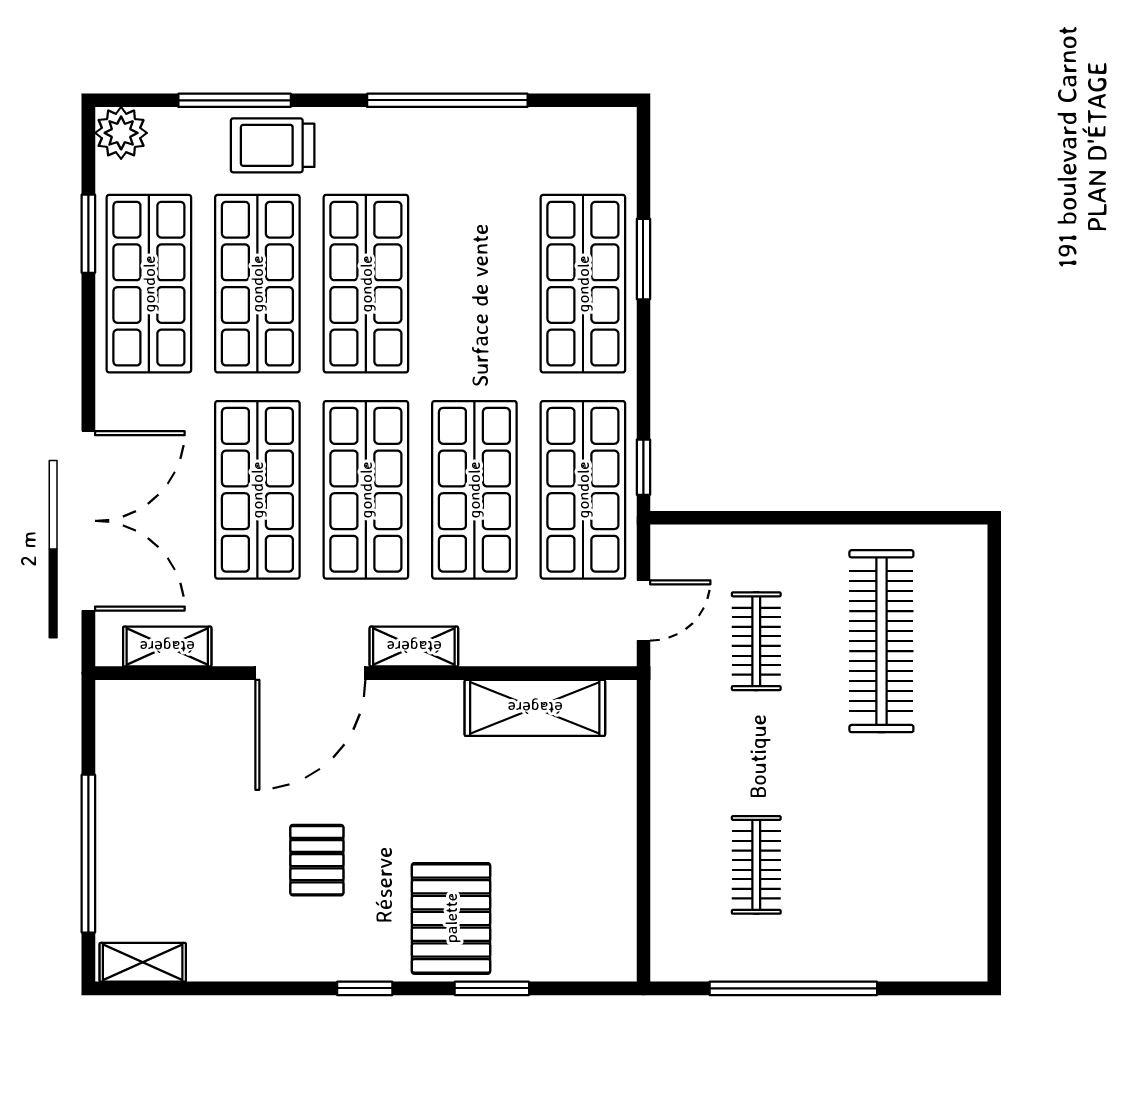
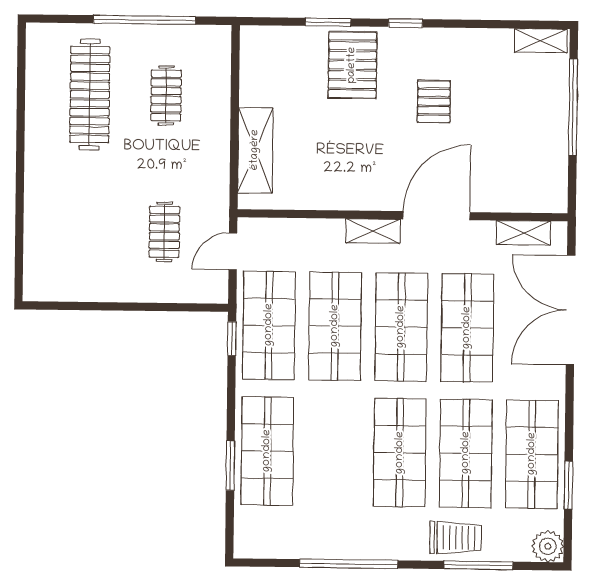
clothes rail: (881, 641) -> (90, 95), moved
shelving: (535, 708) -> (255, 150), moved, turned 90

